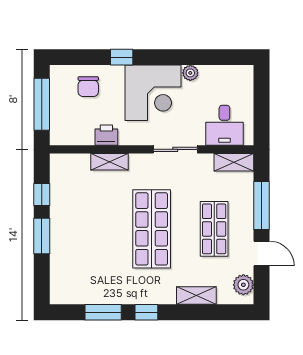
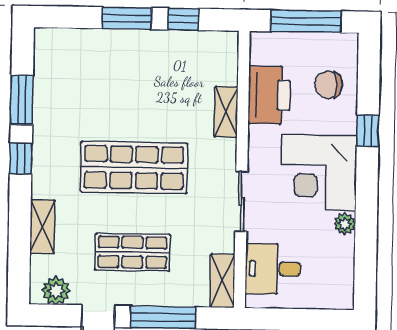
printer: (106, 135) -> (269, 95), width x1.87, depth x1.48

